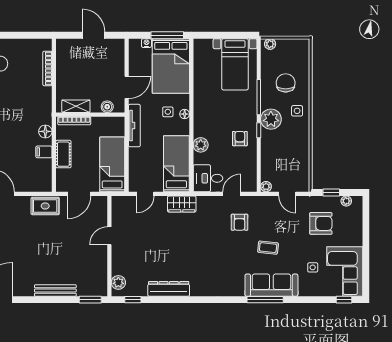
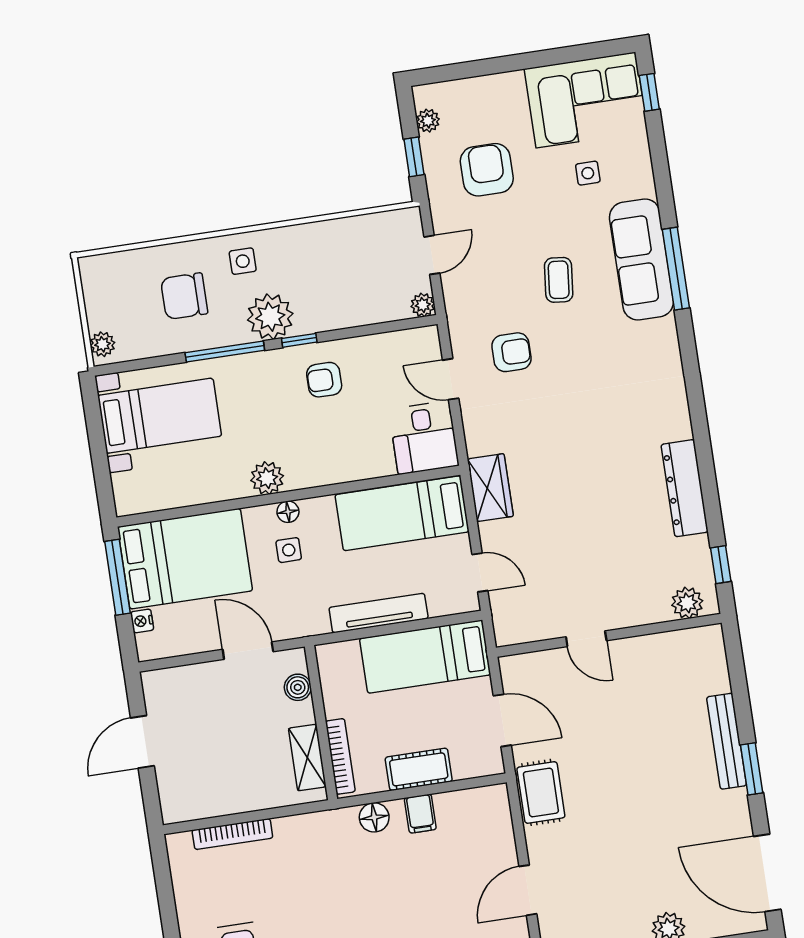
tv unit: (134, 126) -> (379, 613), moved
plant: (201, 145) -> (267, 478), moved
window: (90, 300) -> (752, 769), moved

